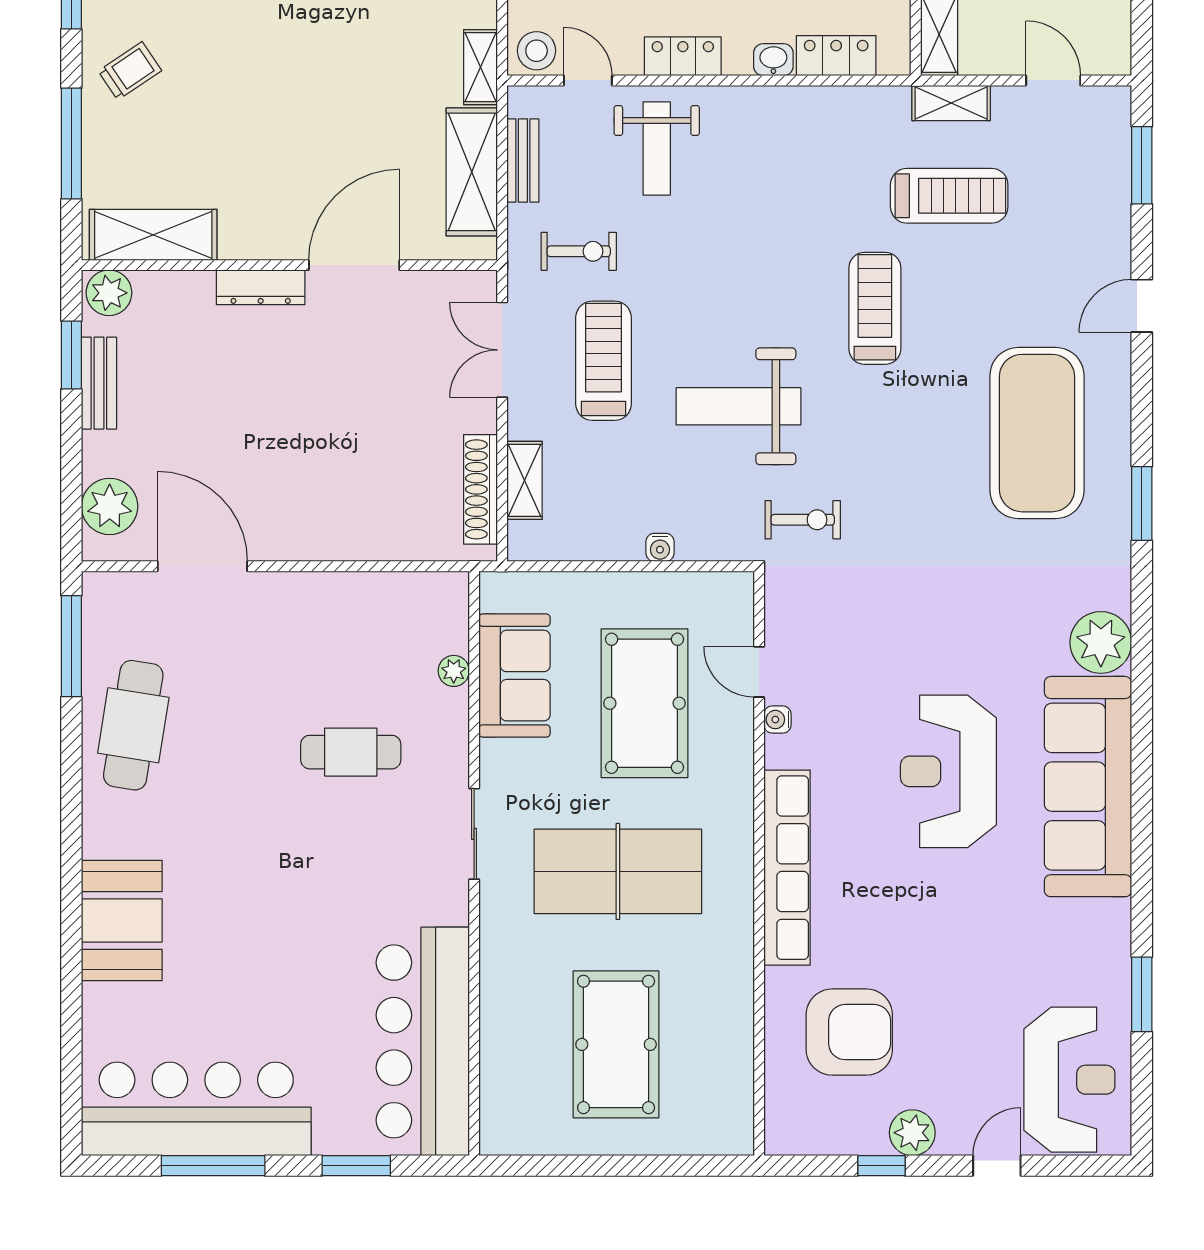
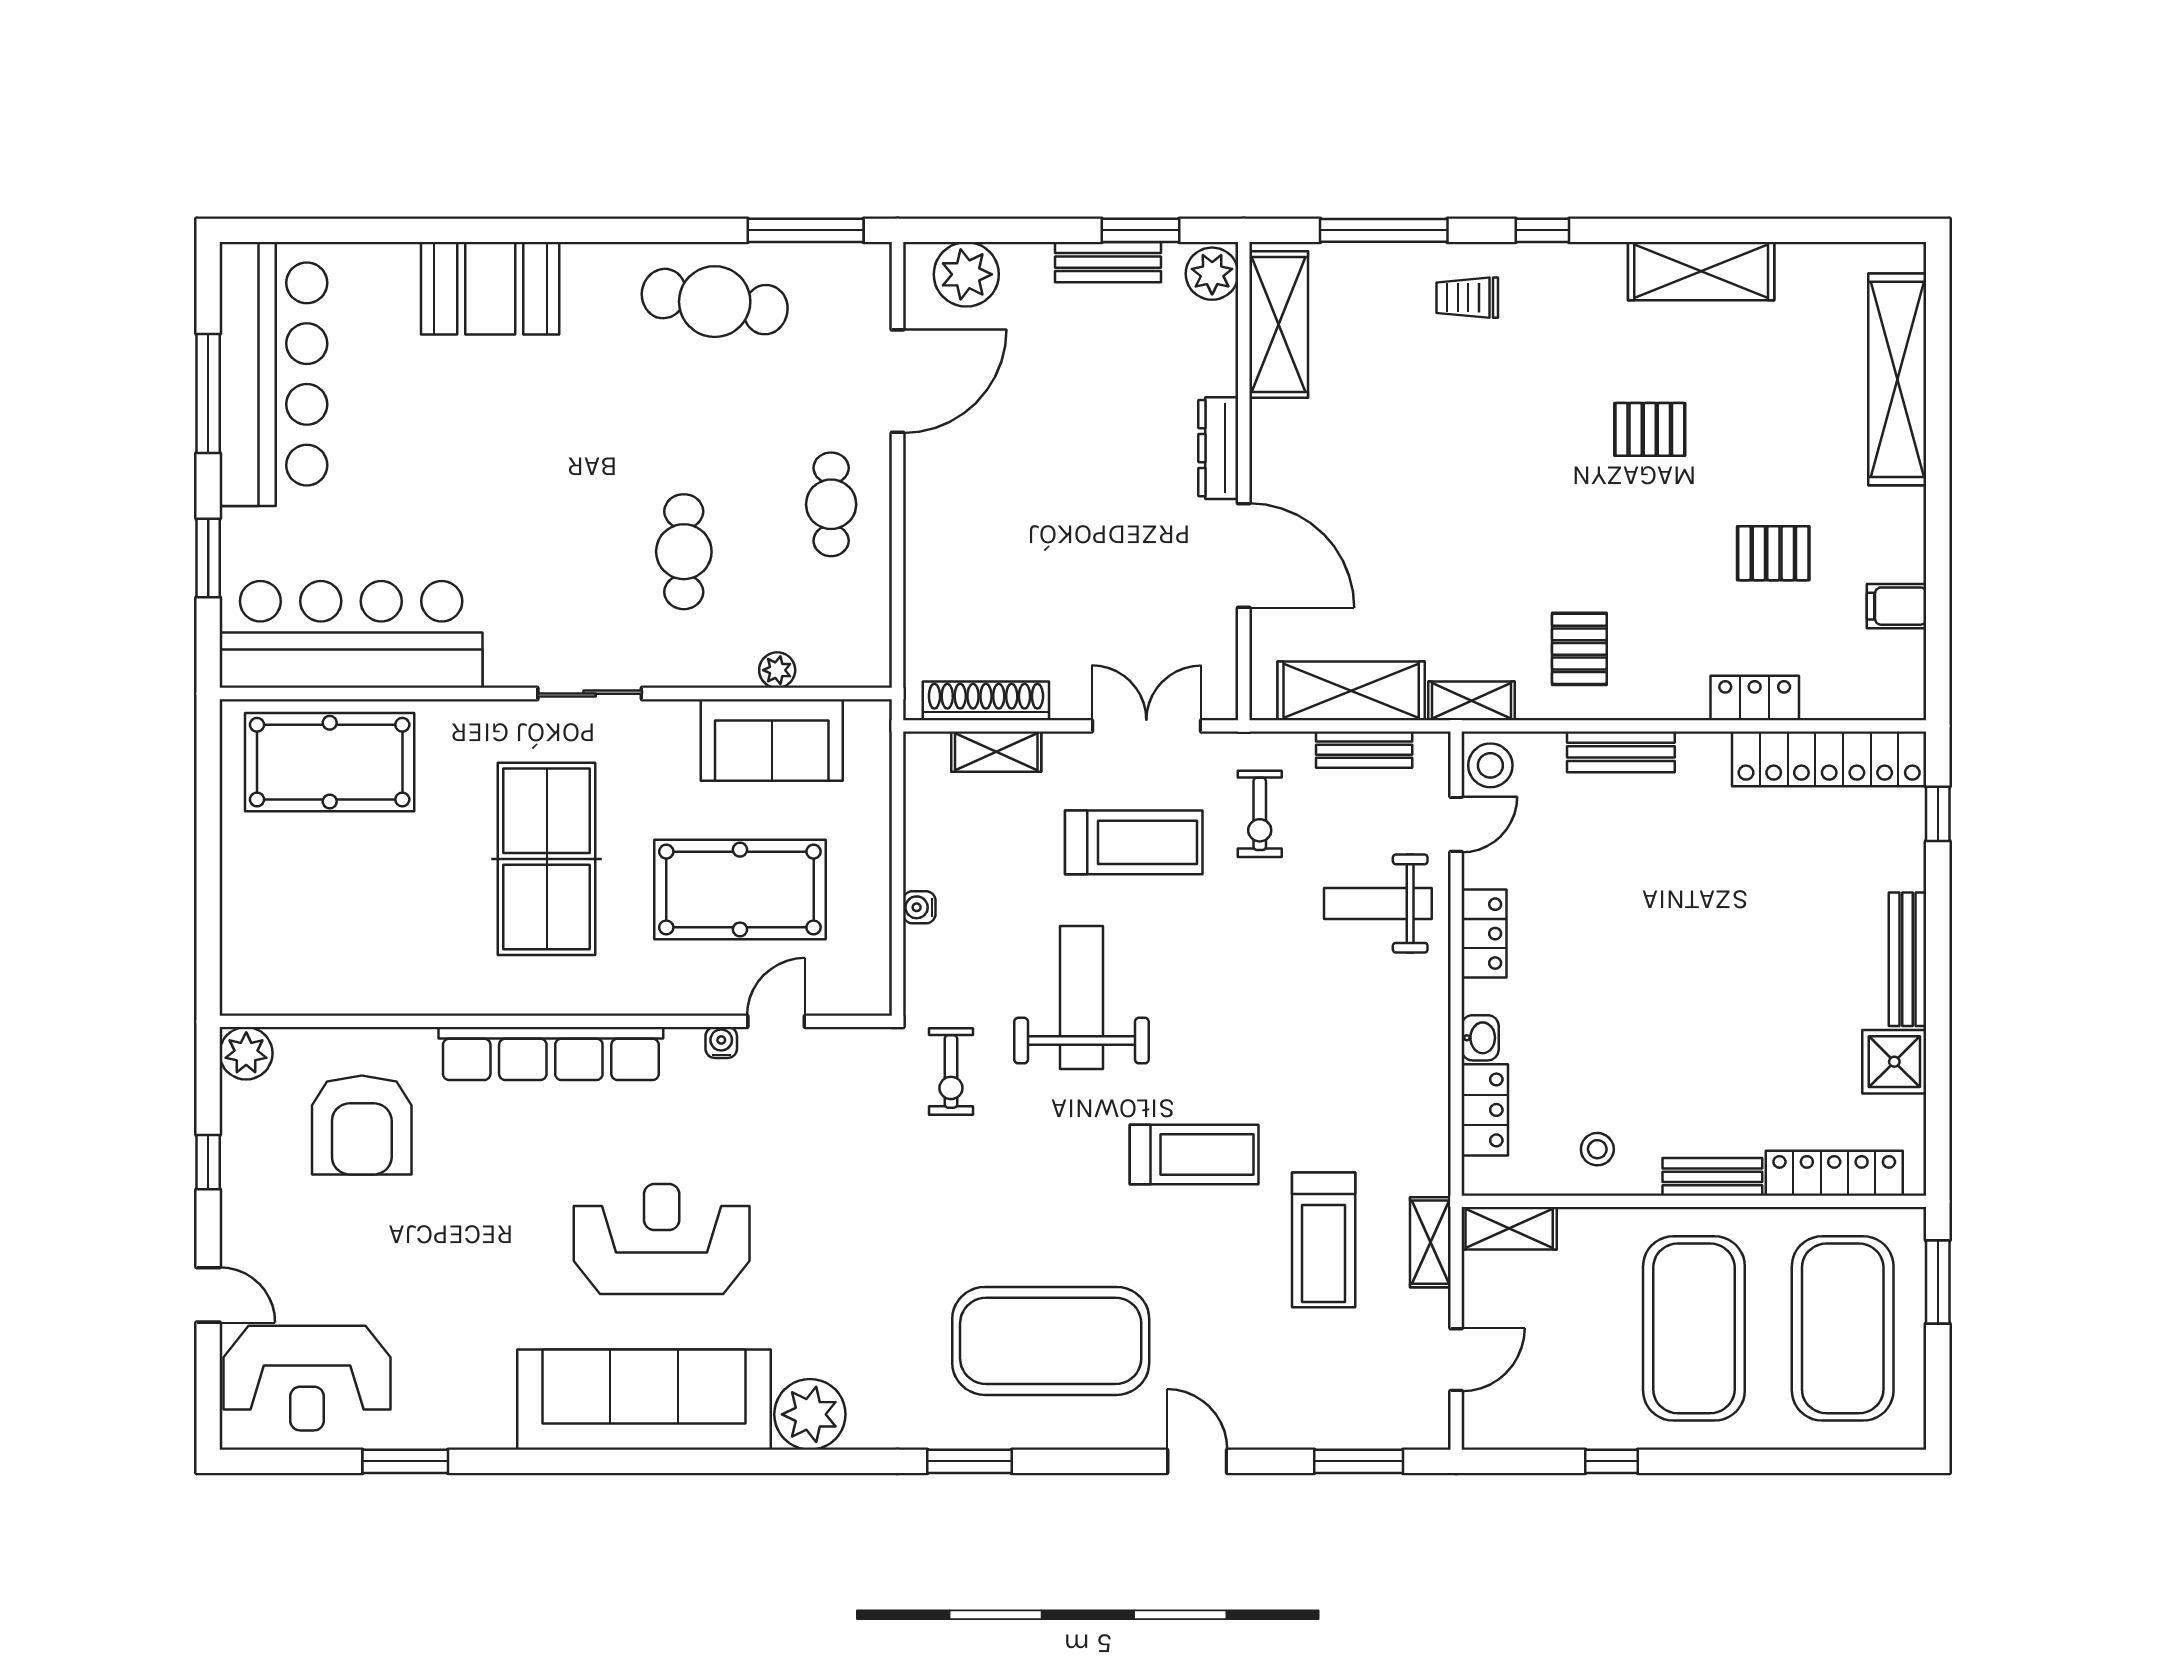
trolley: (130, 71) -> (1467, 298), turned 124
cafe table: (310, 624) -> (831, 504), added
pool table: (616, 1044) -> (330, 762), moved
plant: (912, 1133) -> (246, 1053), moved

